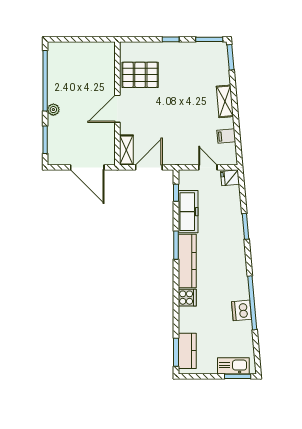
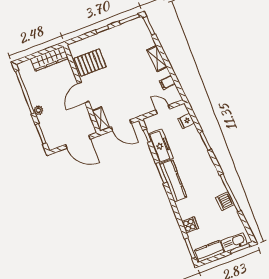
wardrobe: (91, 51) -> (50, 59), added
door: (149, 167) -> (121, 125), swing flipped
fridge: (230, 178) -> (186, 121), moved
cooker: (187, 298) -> (190, 225), moved
kitchen counter: (187, 351) -> (209, 251), moved, turned -90

